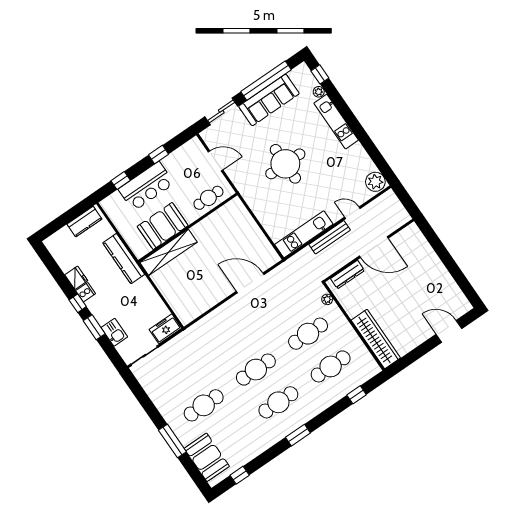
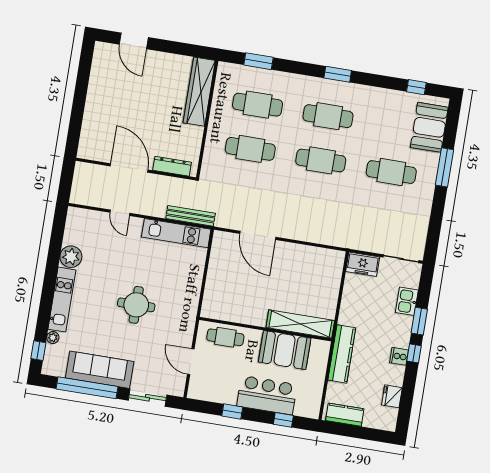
round table: (285, 164) -> (136, 305), width x0.73, depth x0.73
plant: (375, 182) -> (71, 257), moved
bench: (330, 237) -> (191, 216), moved
fridge: (76, 278) -> (392, 396), moved
plant: (327, 299) -> (208, 162), removed
window: (357, 395) -> (259, 61), width x1.50

